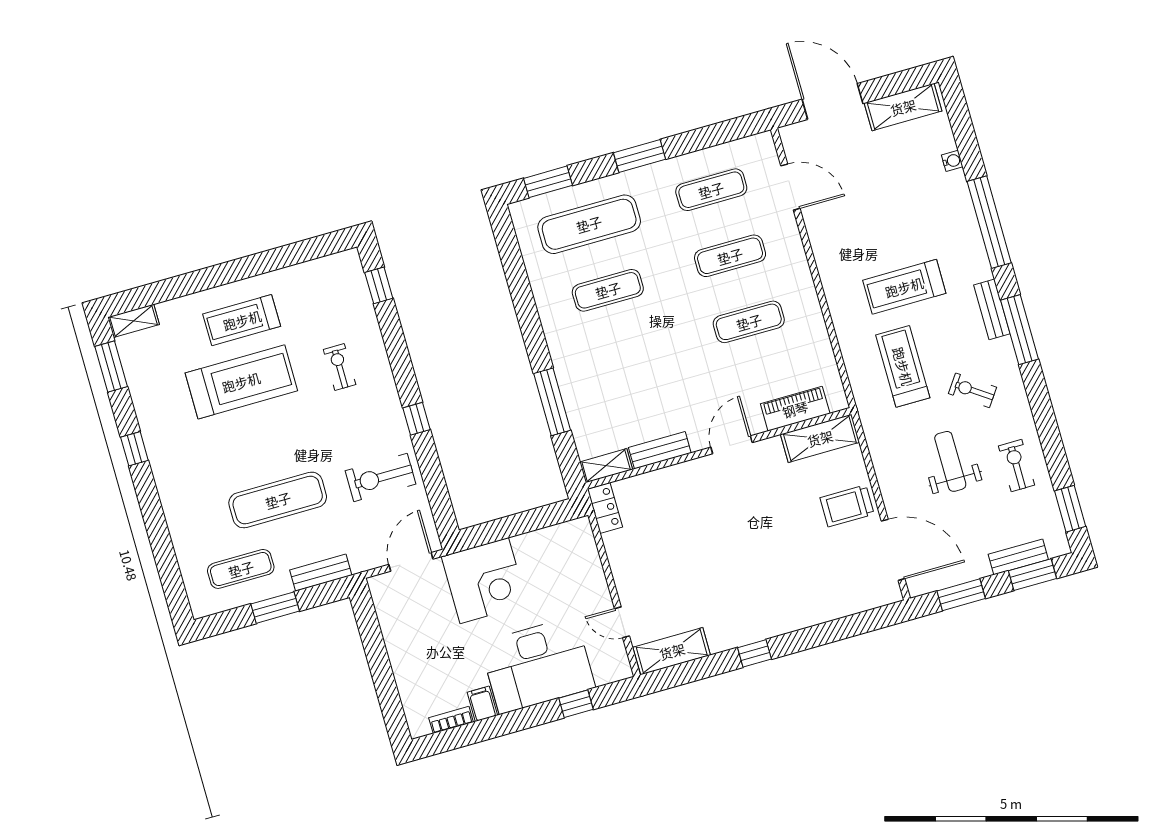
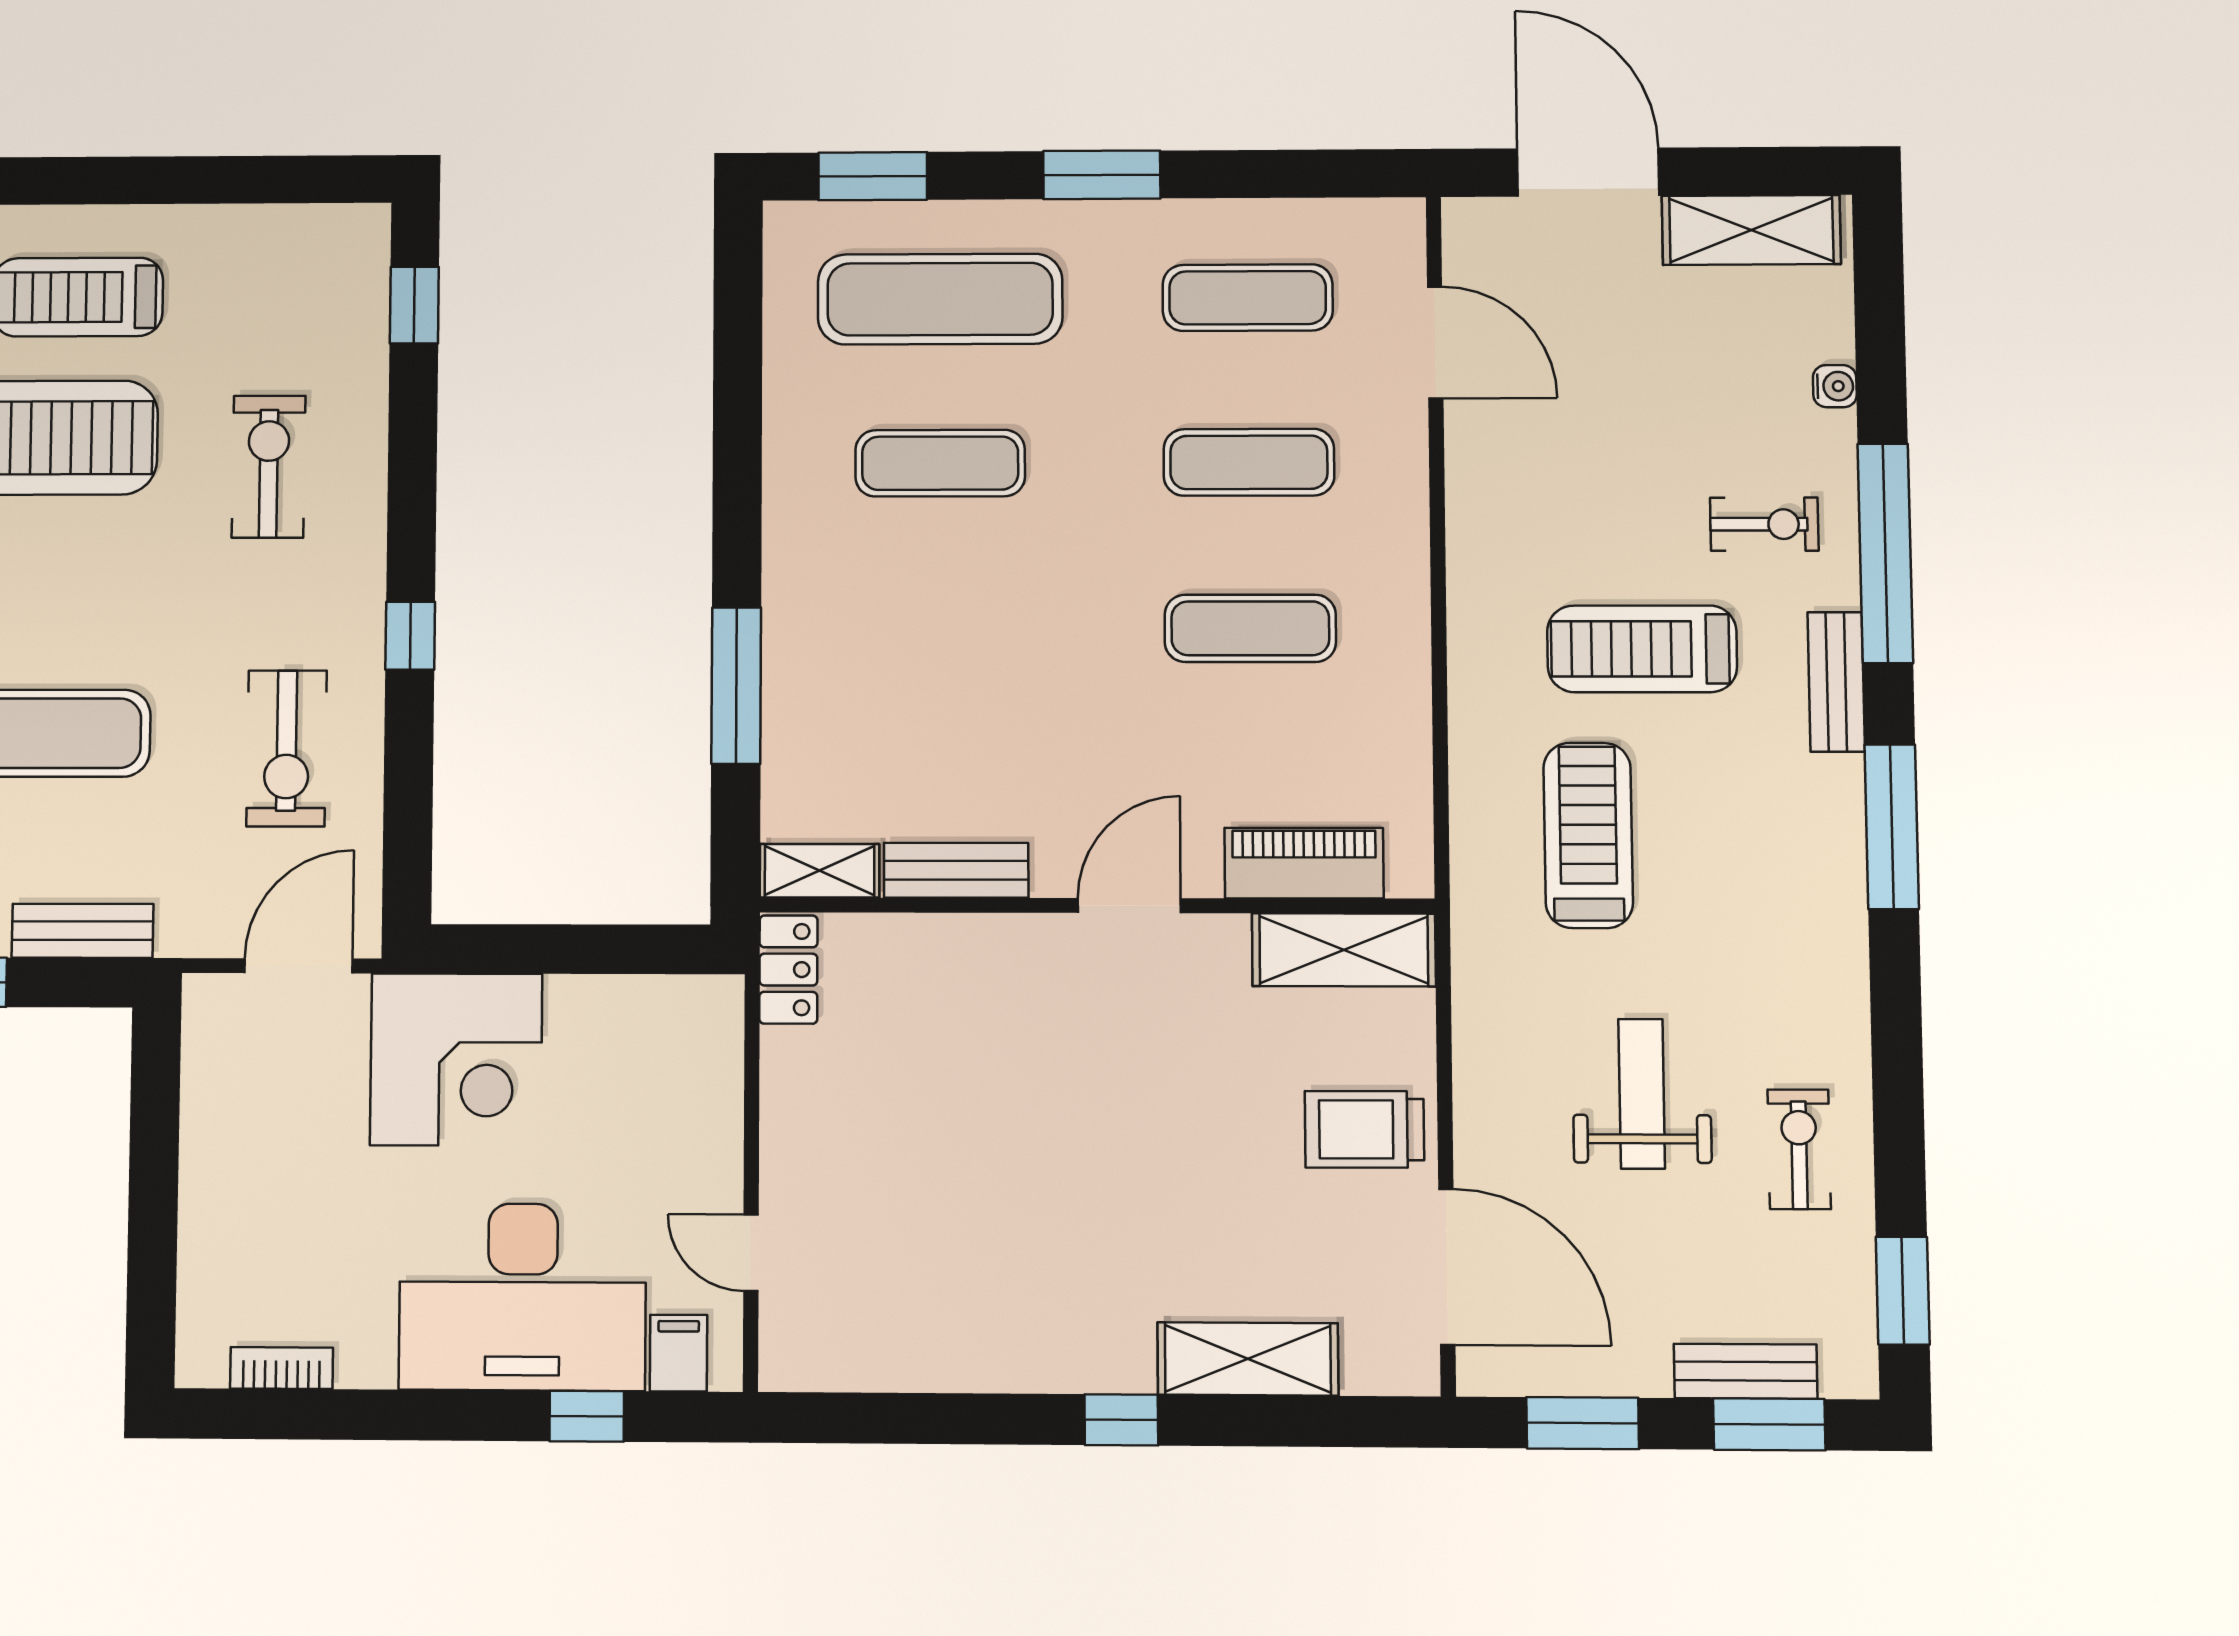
bench: (992, 309) -> (1836, 682), moved
exercise bike: (340, 367) -> (269, 467), width x1.38, depth x1.39
exercise bike: (972, 390) -> (1764, 524), moved, turned 145
exercise bike: (380, 477) -> (287, 748), turned -90
shelving: (672, 651) -> (1248, 1359), moved
window: (754, 653) -> (1121, 1420), moved
filing cabinet: (482, 704) -> (679, 1353), moved

